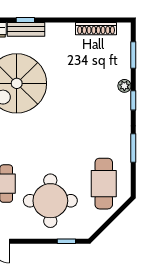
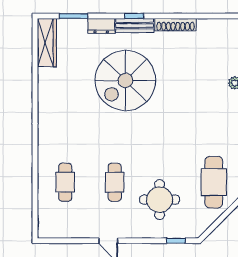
shoe rack: (96, 29) -> (176, 25), moved
round table: (50, 201) -> (160, 200), width x0.73, depth x0.73

